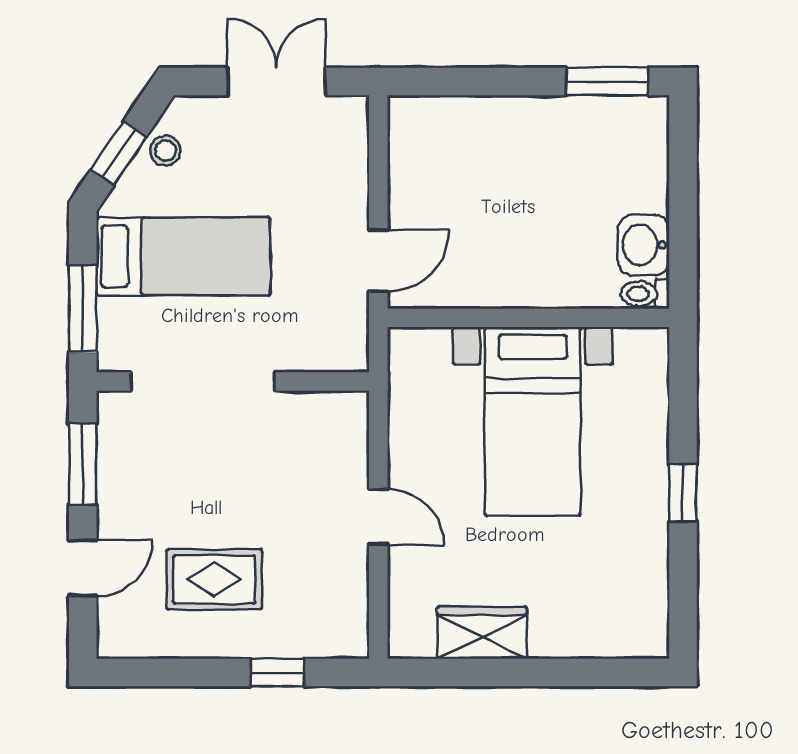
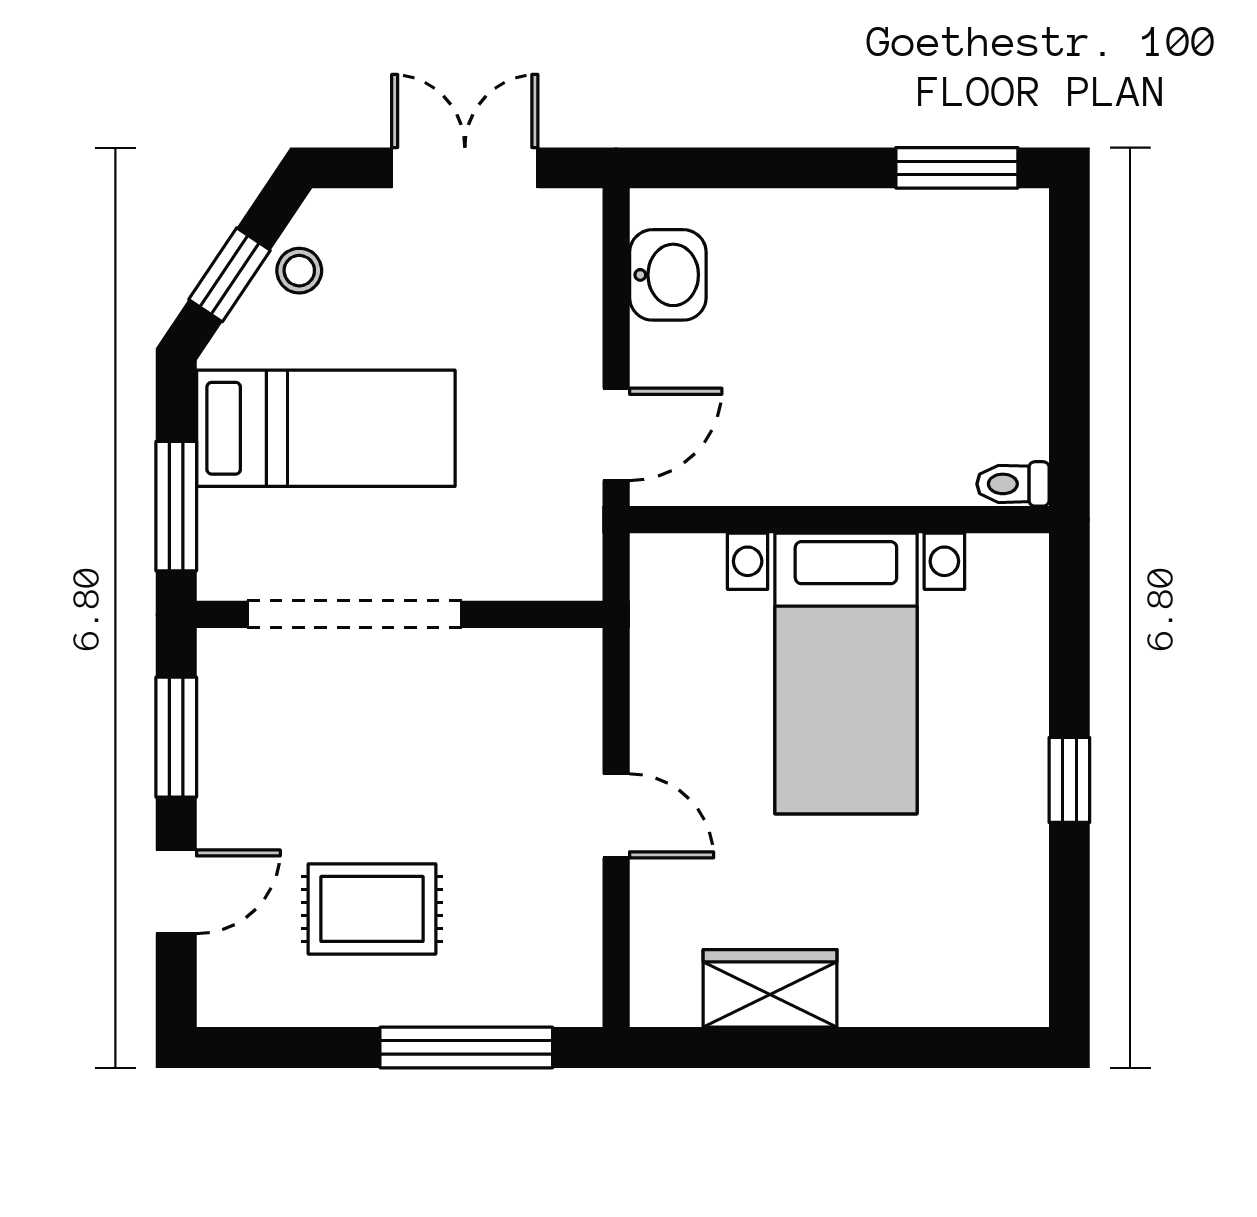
washbasin: (644, 245) -> (668, 275), moved, turned 180
window: (278, 673) -> (466, 1047), width x2.17

